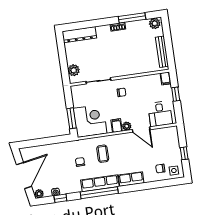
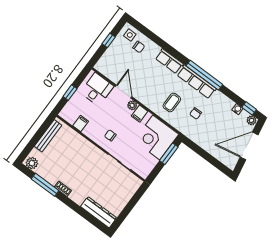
plant: (74, 70) -> (130, 189), removed
filing cabinet: (165, 78) -> (81, 123), moved
window: (60, 198) -> (249, 108), moved

